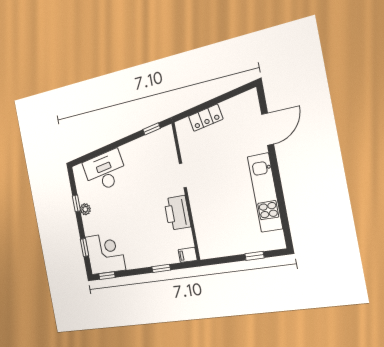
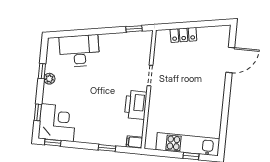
kitchen unit: (265, 193) -> (188, 144), moved, turned 90

